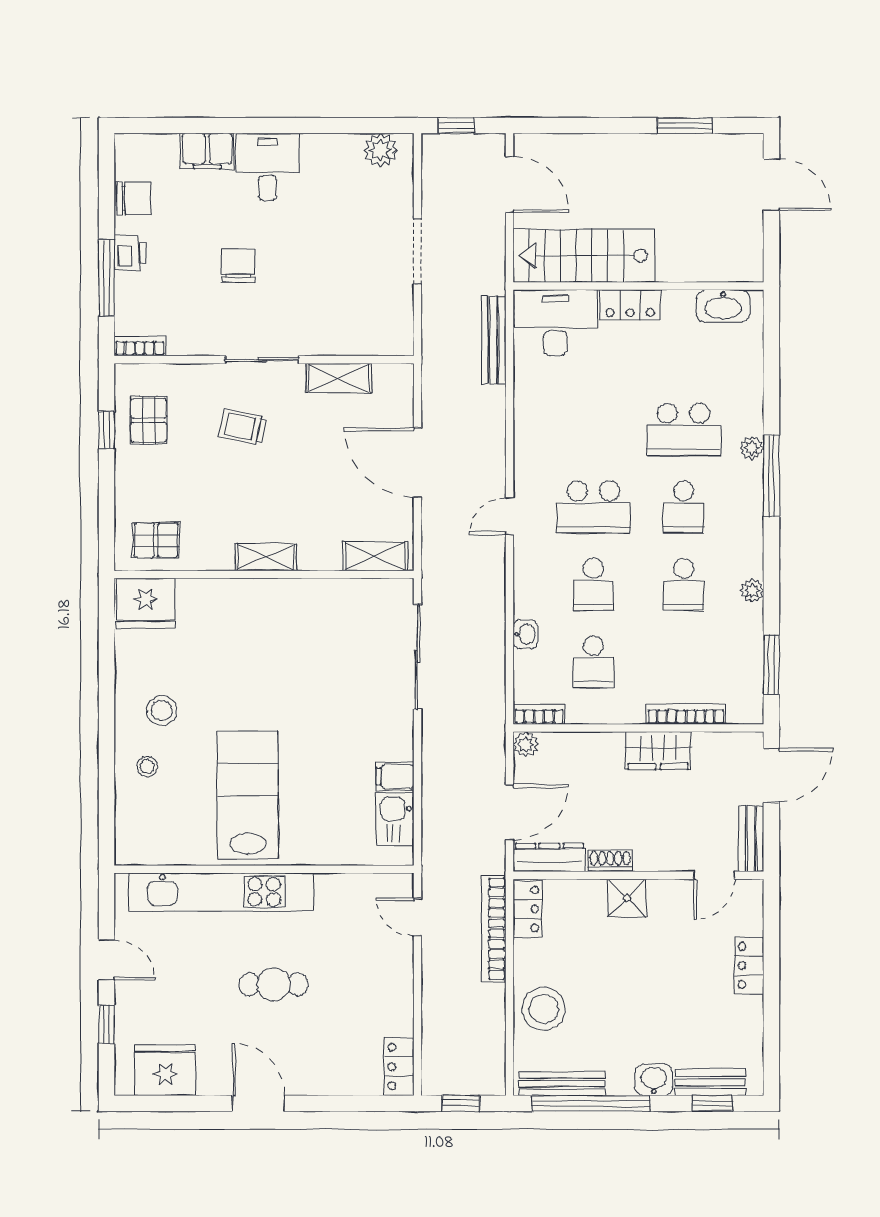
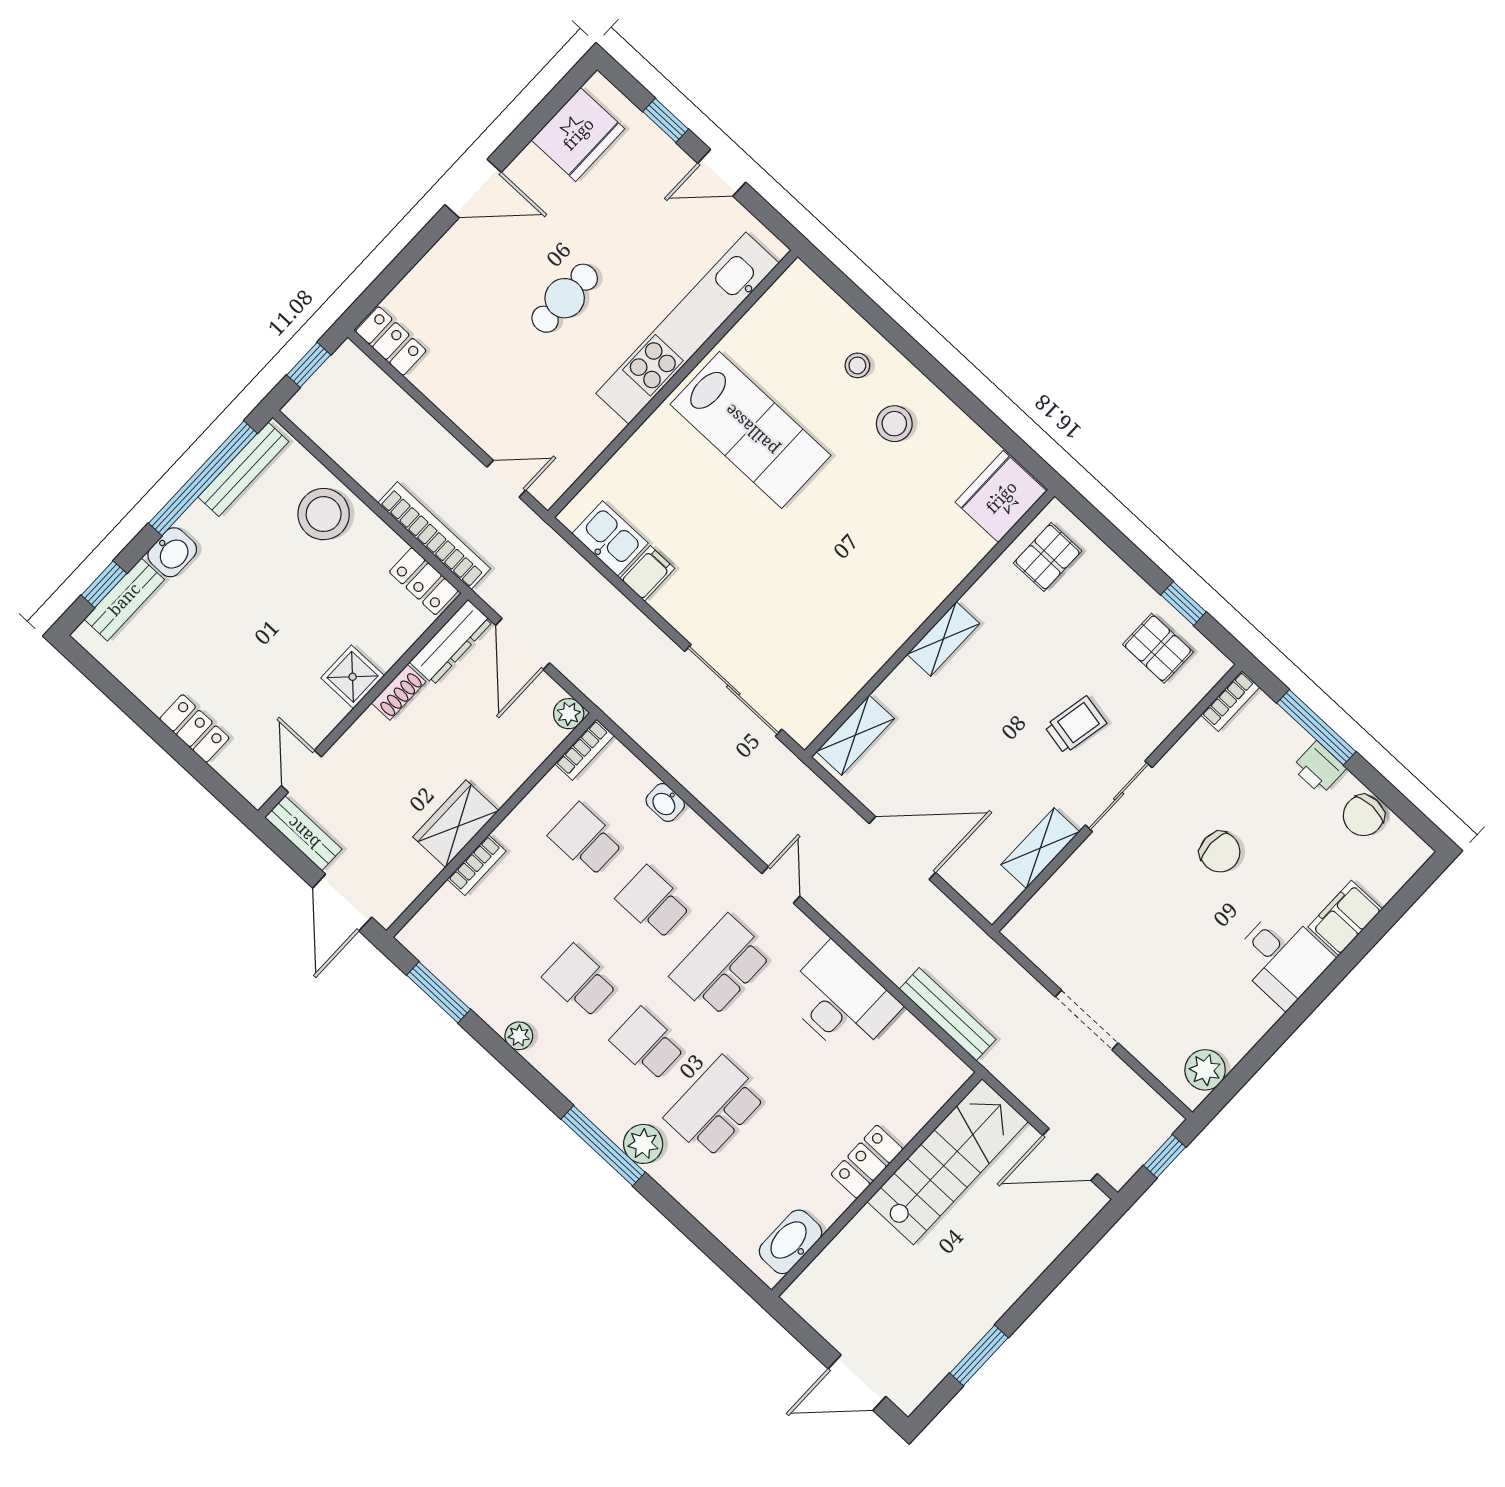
desk: (555, 323) -> (841, 1001), moved, turned -90
plant: (752, 448) -> (643, 1144), width x1.38, depth x1.38
bookcase: (686, 714) -> (477, 865), width x0.64

